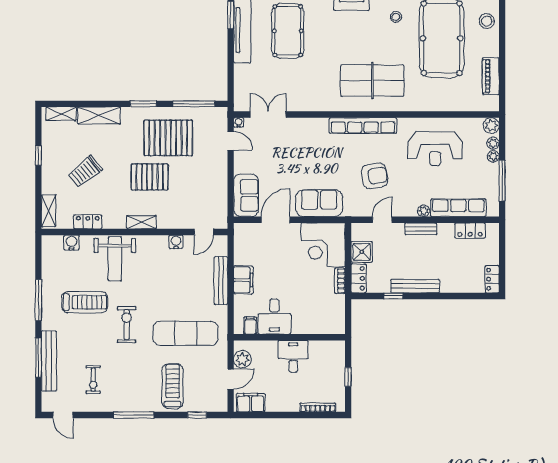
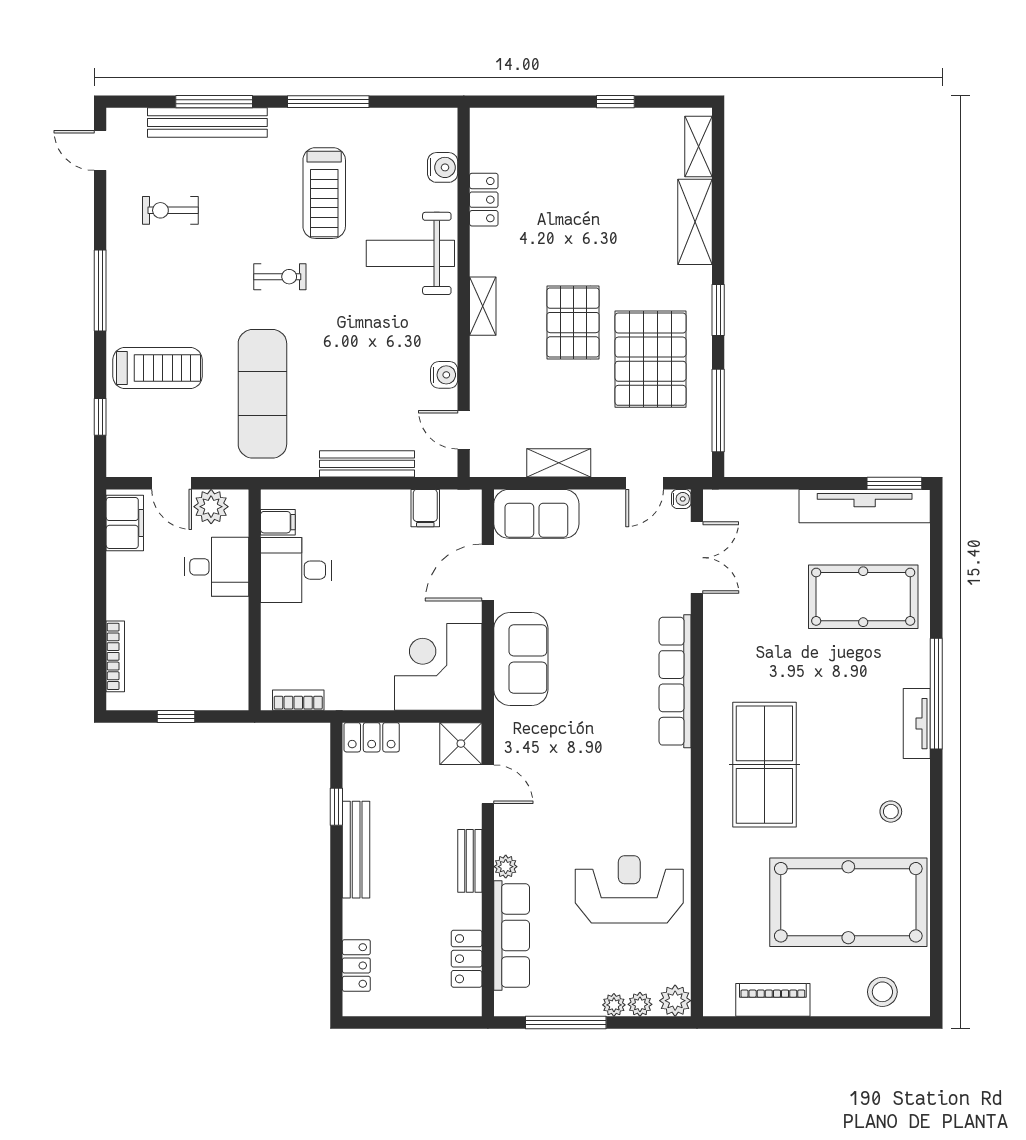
row of seats: (363, 126) -> (675, 681), moved
reception desk: (435, 149) -> (629, 889), turned 90
trolley: (85, 171) -> (584, 194), removed
armchair: (375, 176) -> (575, 769), removed
shelving: (49, 211) -> (559, 463), moved
door: (276, 220) -> (488, 572), swing flipped
shower: (362, 252) -> (461, 744), moved
locker: (492, 279) -> (356, 965), moved, turned 90
filing cabinet: (243, 280) -> (425, 508), moved, width x0.50
bookcase: (340, 281) -> (298, 700), moved
exercise bike: (127, 325) -> (280, 277), width x0.73, depth x0.72
desk: (293, 356) -> (217, 567), moved
door: (63, 415) -> (100, 150), hinge flipped

